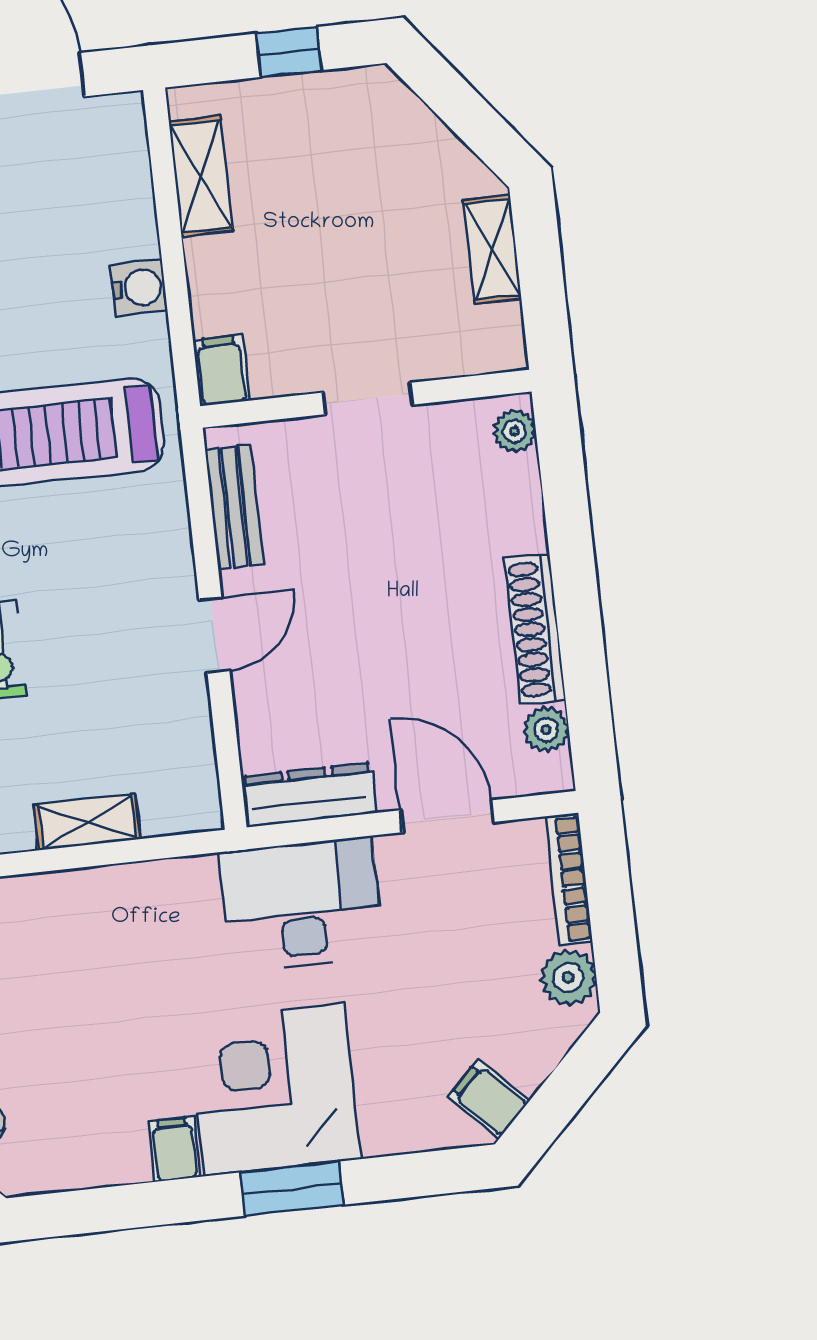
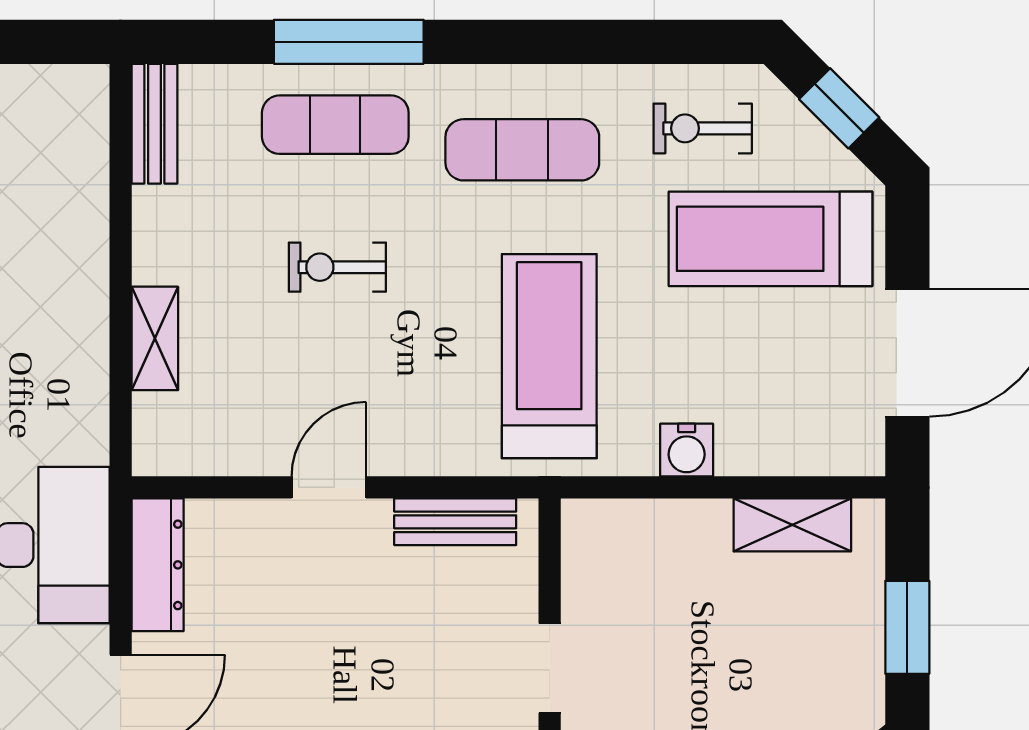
window: (289, 52) -> (907, 627), width x1.50
filing cabinet: (221, 370) -> (595, 524), removed
door: (214, 635) -> (329, 487), swing flipped

